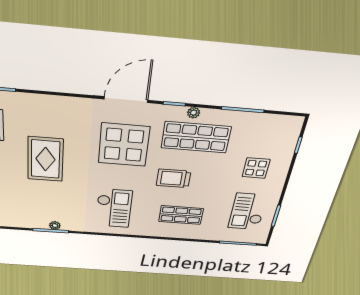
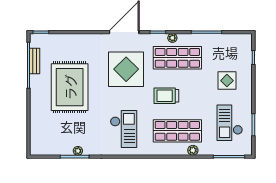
rug: (45, 159) -> (70, 87), width x1.37, depth x1.44
shop shelf: (181, 215) -> (177, 131), width x1.43, depth x1.36
plant: (196, 235) -> (193, 150), added

